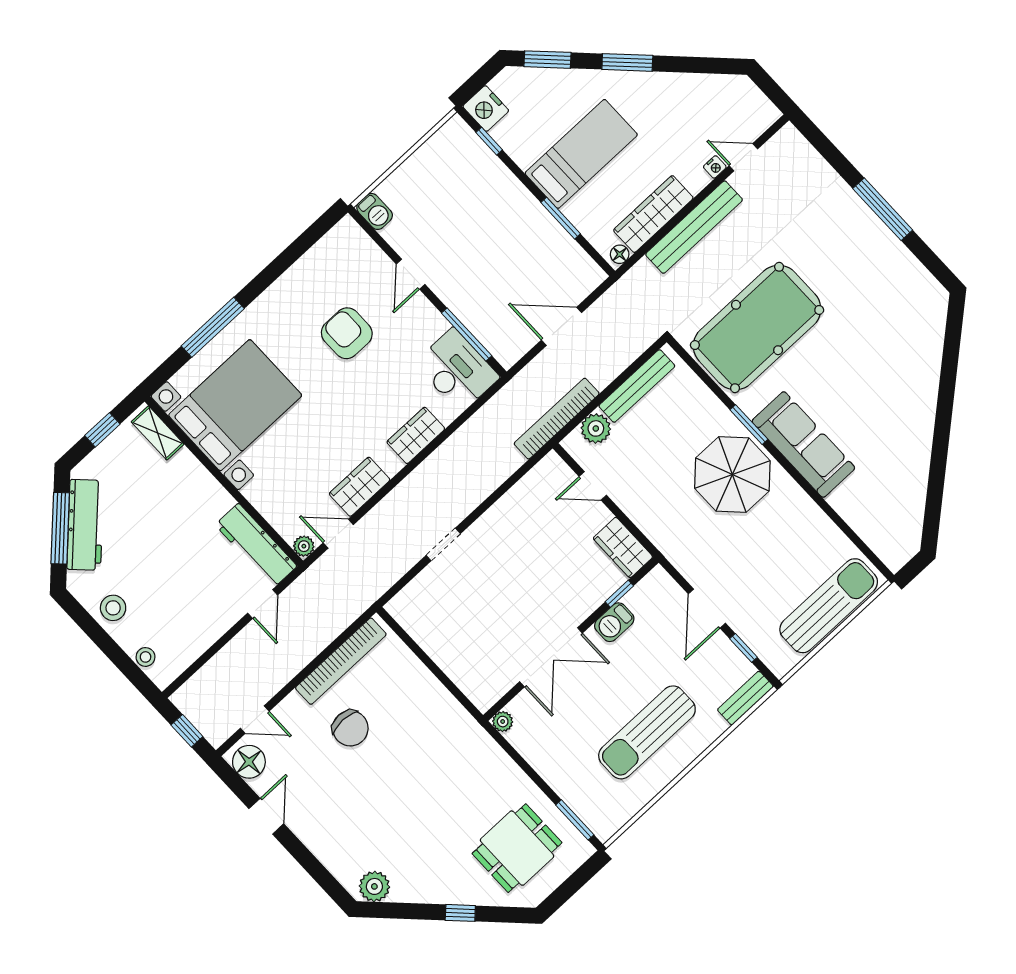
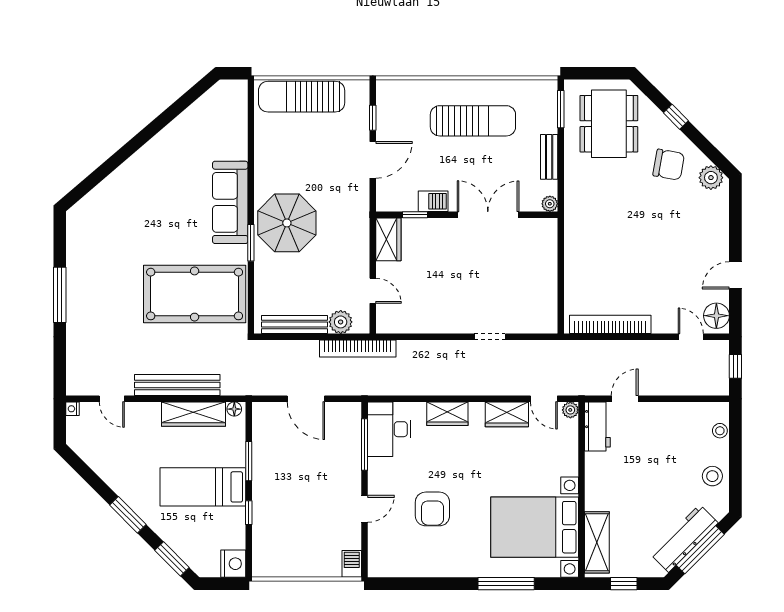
window: (489, 141) -> (249, 513), moved
nightstand: (715, 167) -> (72, 409), moved, turned -90
shelving: (158, 433) -> (597, 542), width x1.50, depth x1.33
workbench: (256, 546) -> (597, 426), width x0.73
bench: (745, 698) -> (549, 157), moved, turned 90
chair: (350, 728) -> (669, 165), moved, turned 100
dining table: (517, 848) -> (609, 124), width x1.38

